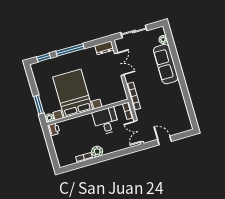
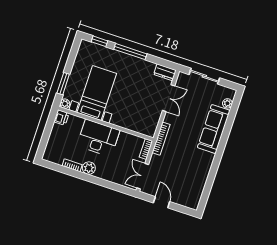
bed with nightstands: (73, 93) -> (97, 93), width x0.73
desk: (106, 121) -> (98, 138), moved, width x1.37

